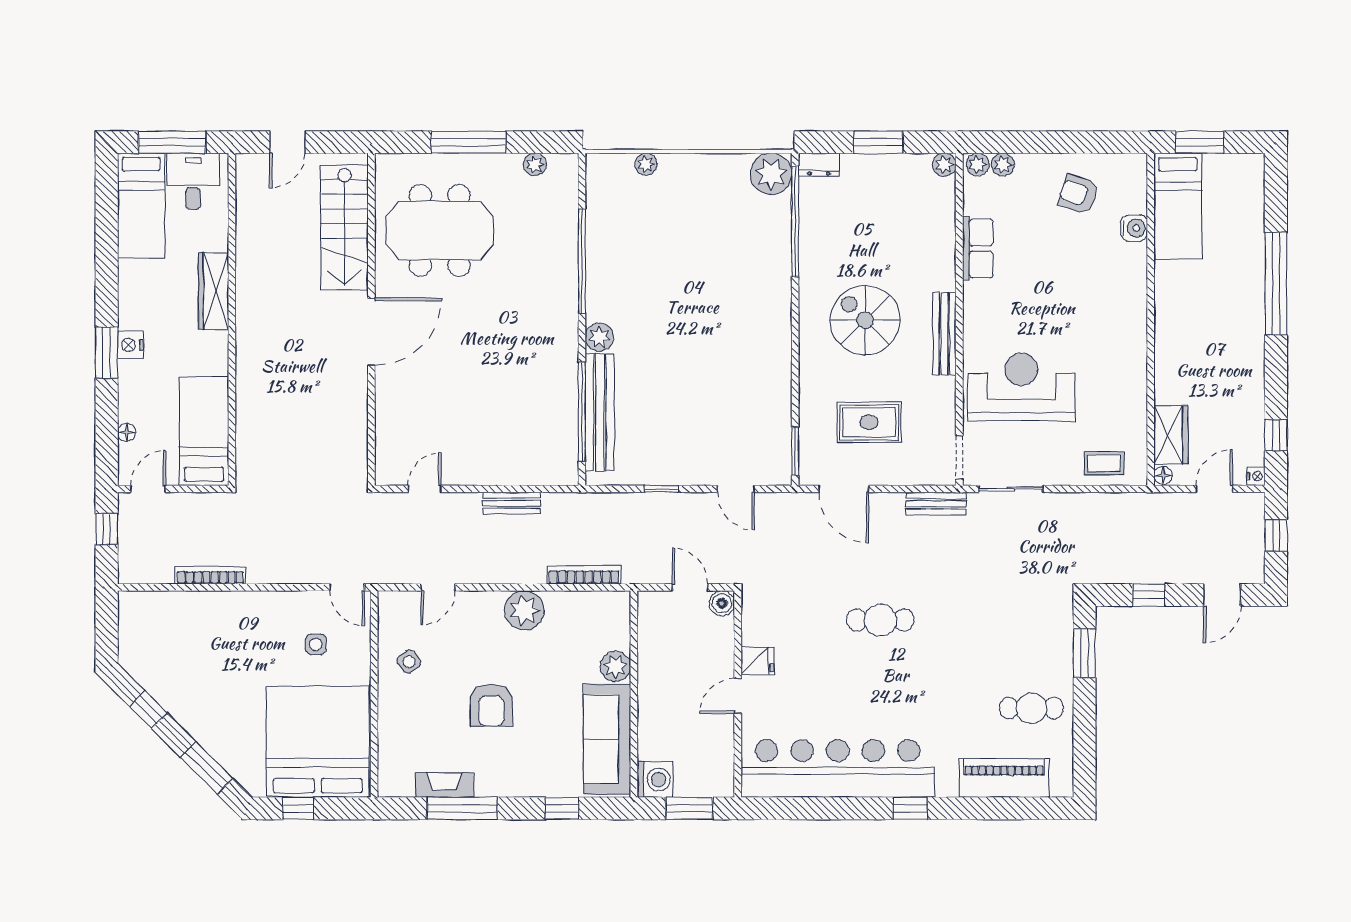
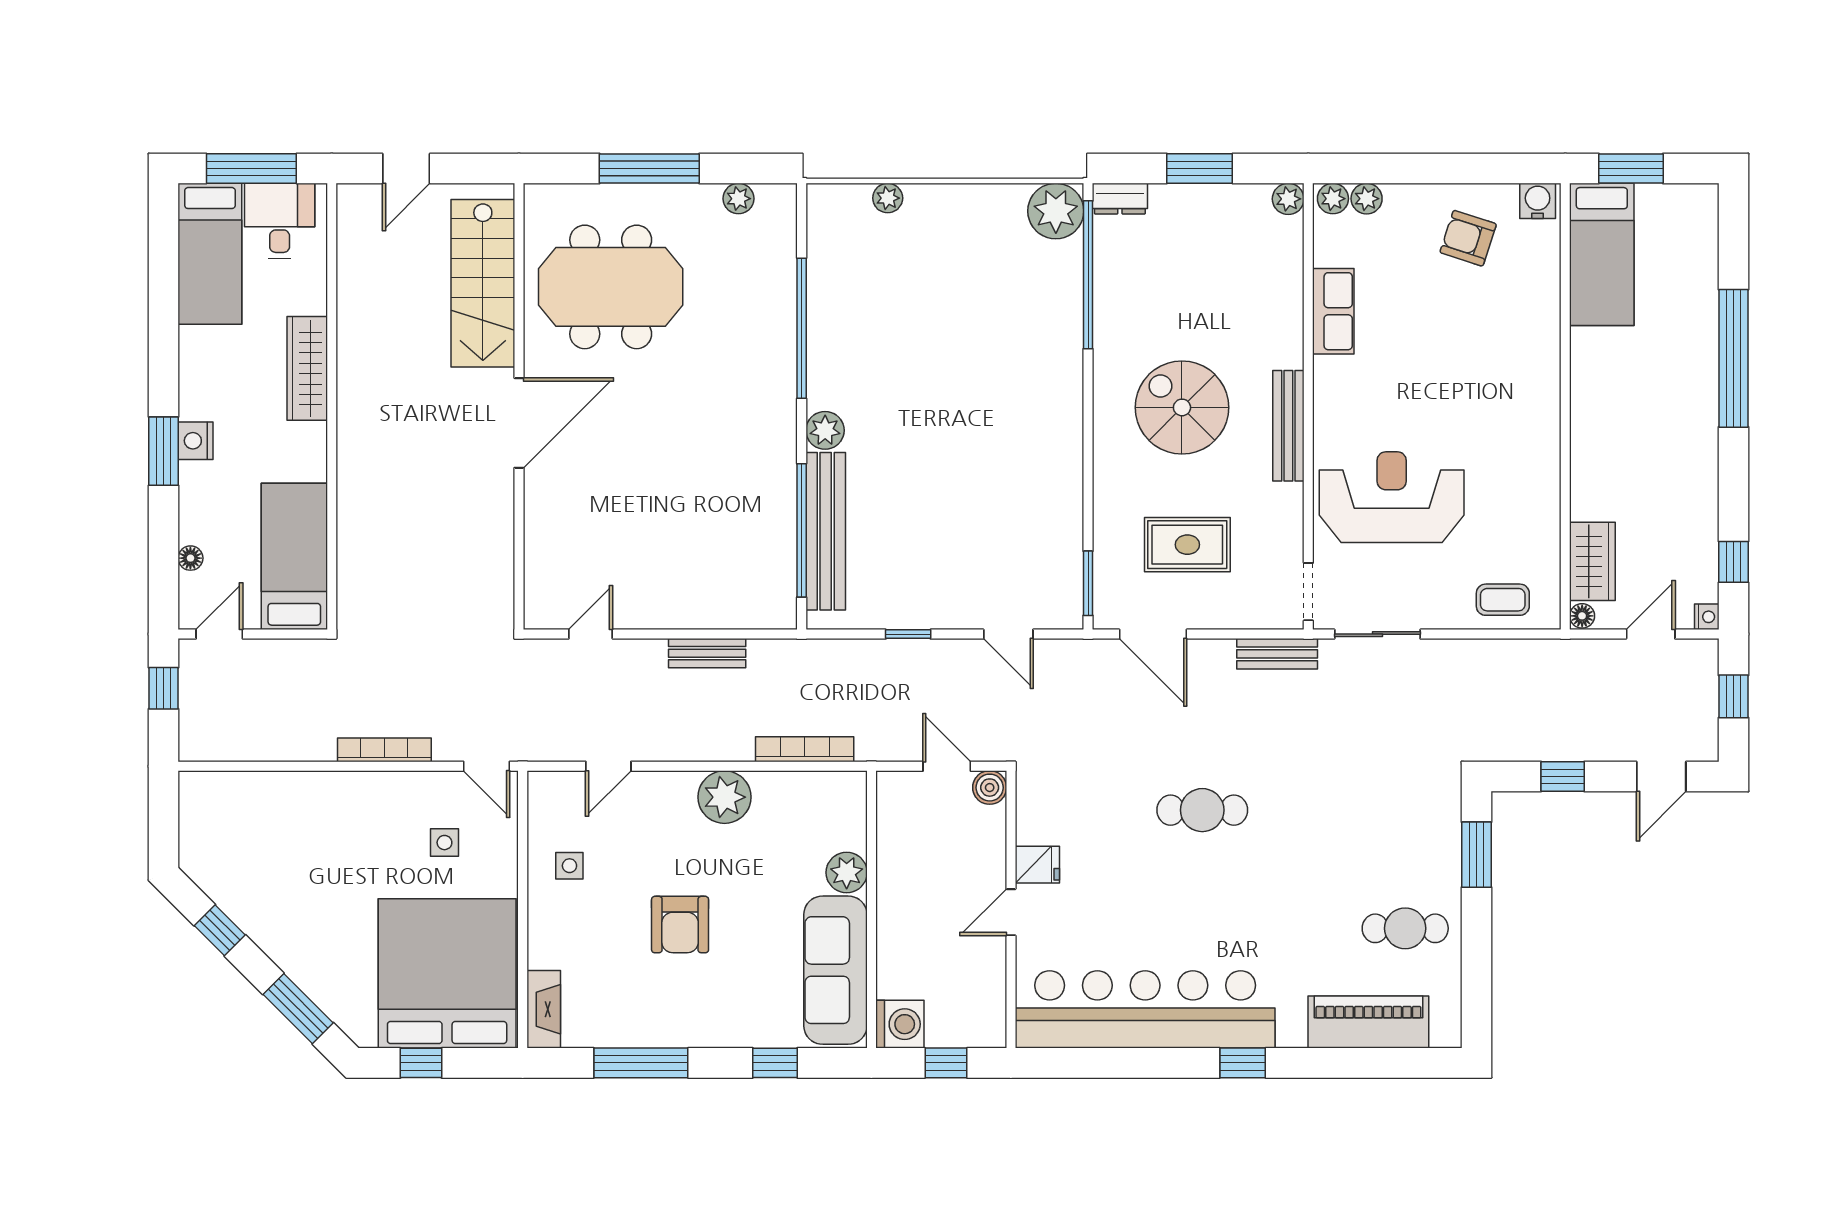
water cooler: (1134, 228) -> (1538, 201), moved, turned -90
bookcase: (210, 575) -> (384, 750), moved
side table: (409, 661) -> (569, 866), turned 36
fireplace: (444, 785) -> (544, 1009), moved, turned 90
window: (689, 808) -> (946, 1063), width x0.67

